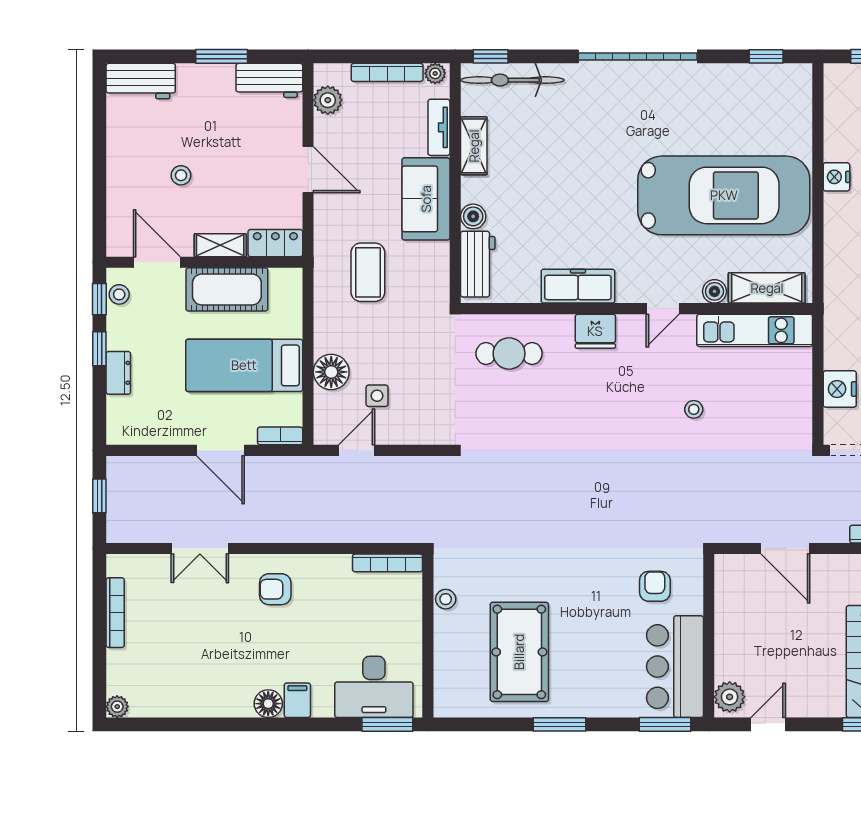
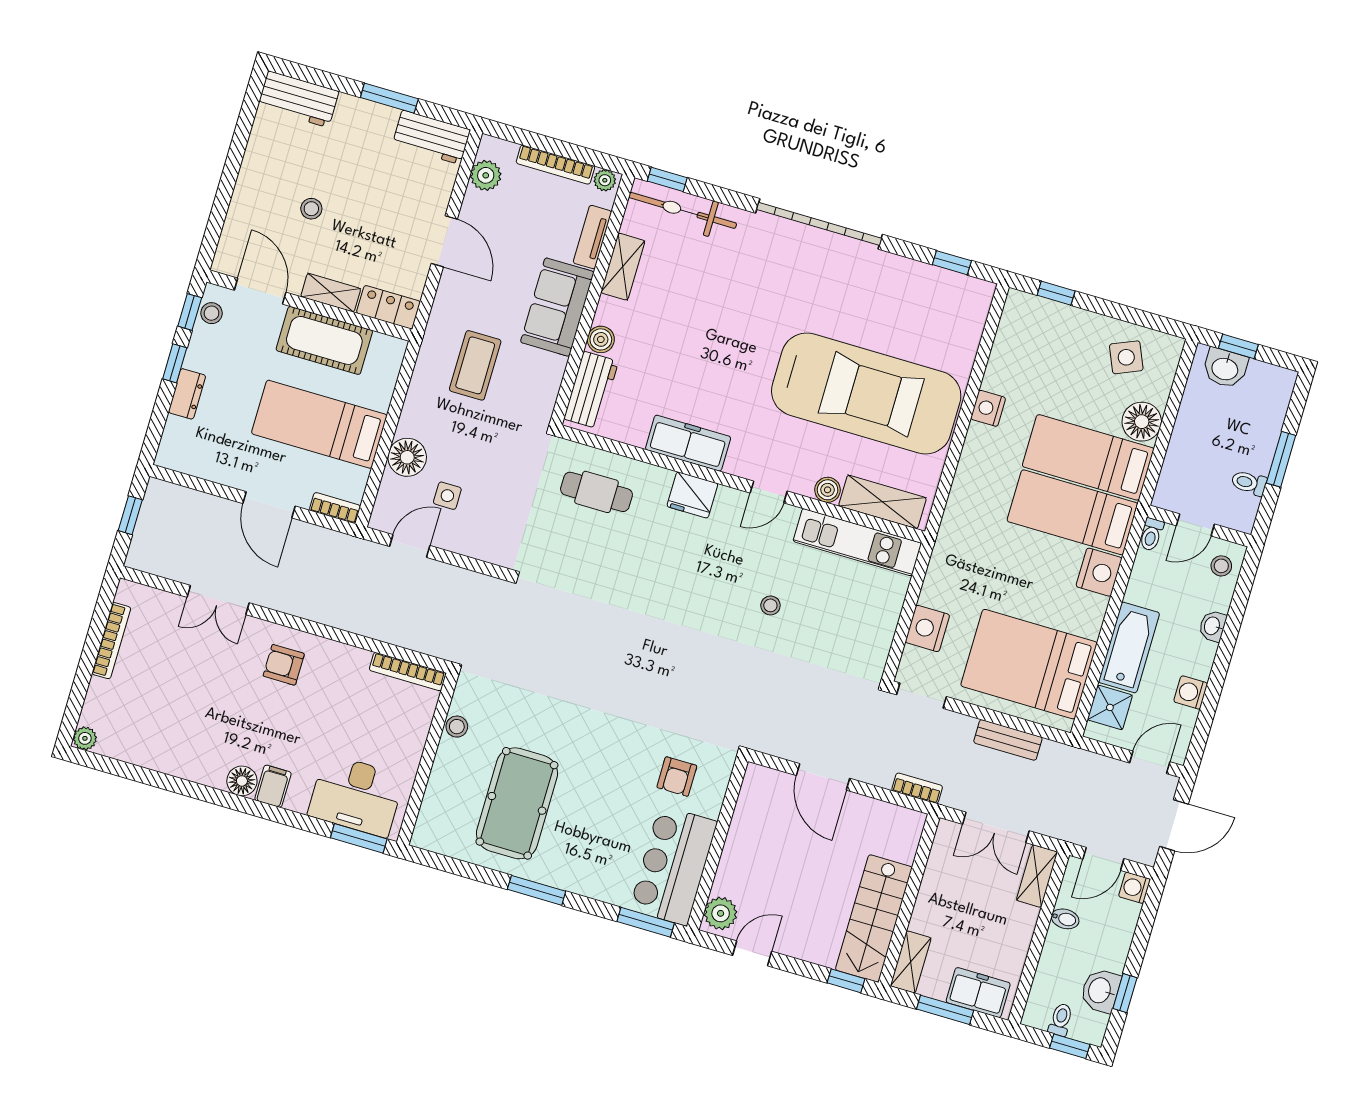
armchair: (655, 586) -> (677, 776), turned 180

